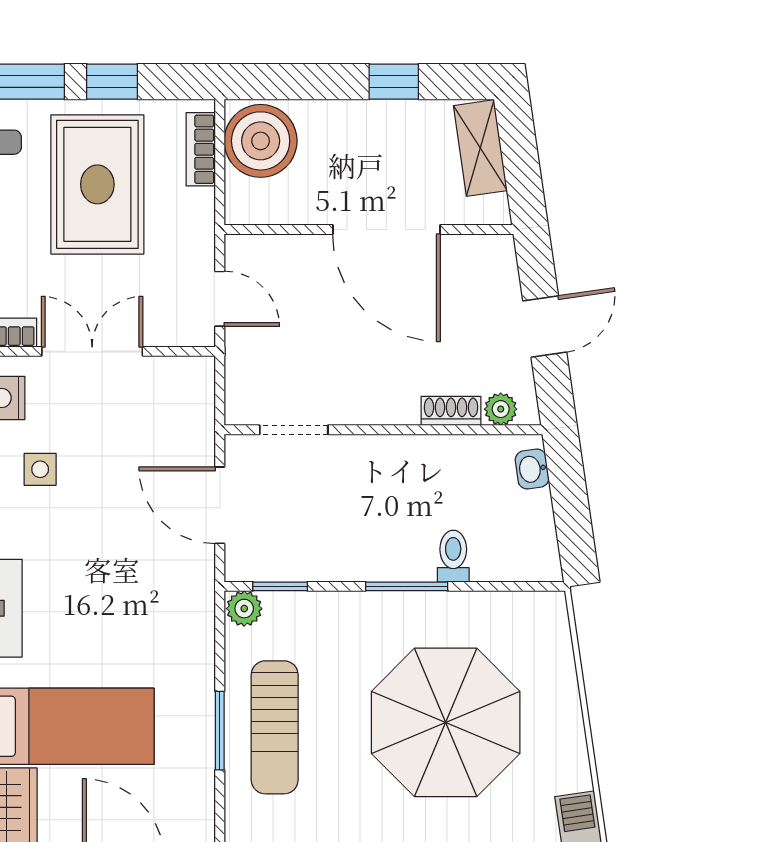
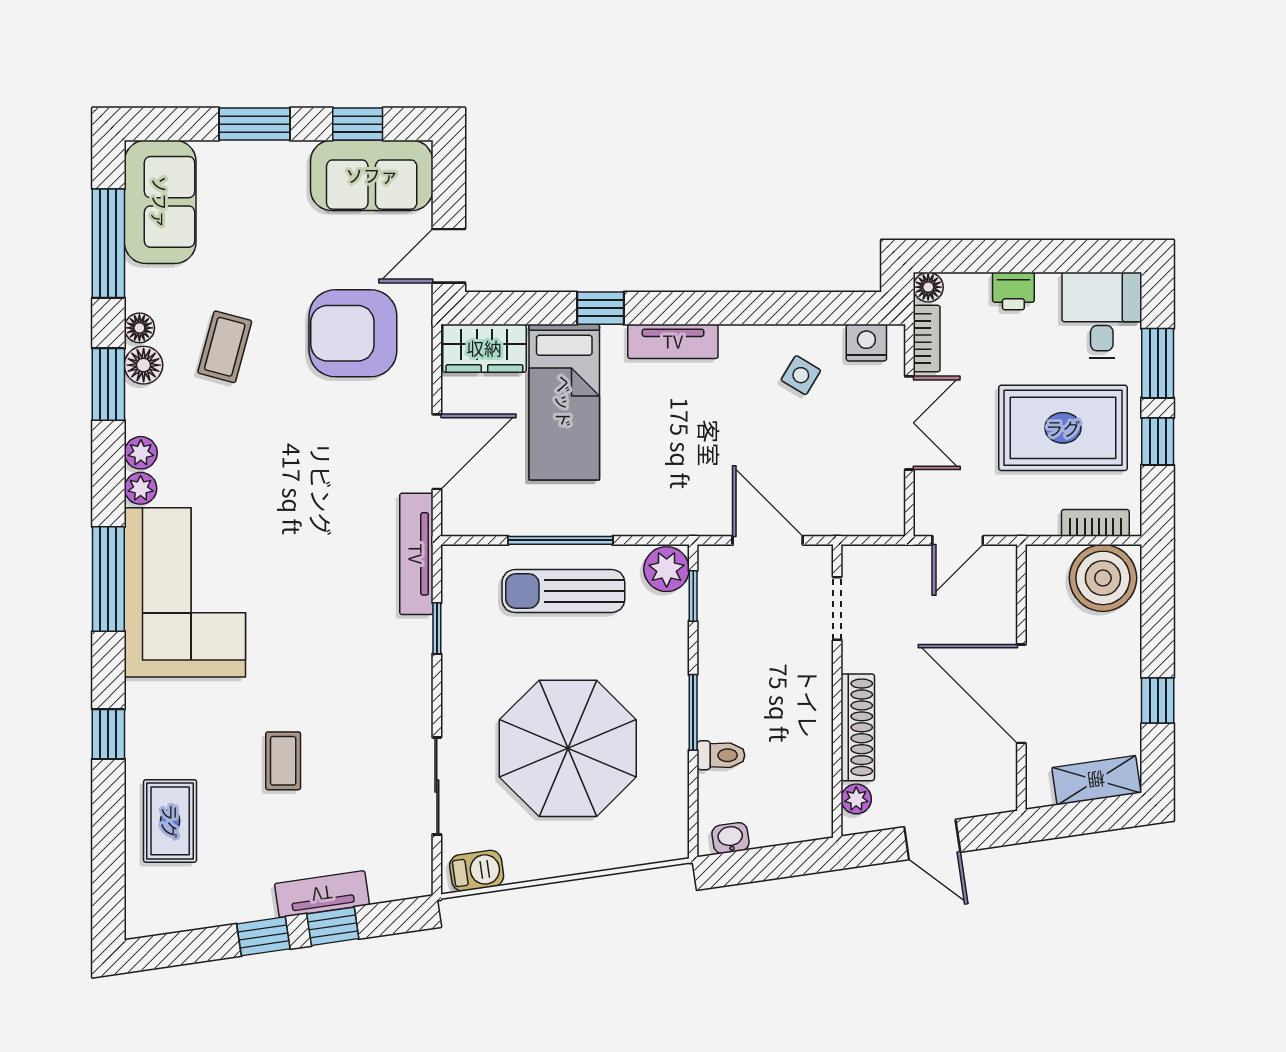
door: (386, 230) -> (1021, 694), hinge flipped
shoe rack: (451, 411) -> (858, 727), width x1.94, depth x1.24
side table: (40, 469) -> (801, 375), turned 31
washbasin: (532, 469) -> (730, 838), moved
door: (220, 505) -> (768, 540), hinge flipped
plant: (244, 609) -> (667, 569), width x1.38, depth x1.38
window: (220, 731) -> (560, 540), width x1.44

